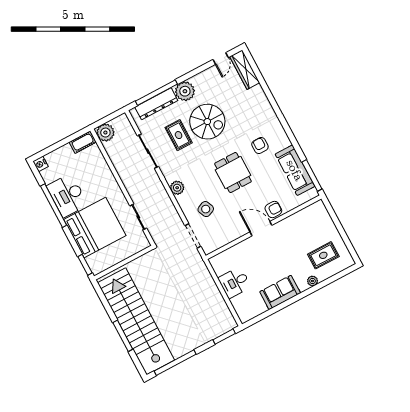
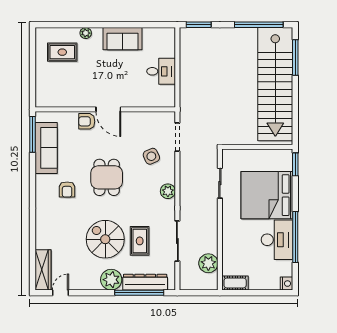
plant: (105, 133) -> (208, 263), moved
window: (123, 336) -> (295, 57), moved

